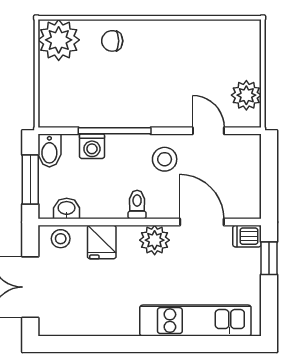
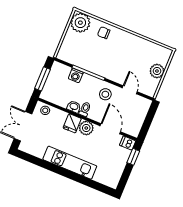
plant: (246, 95) -> (157, 71), moved
bidet: (49, 150) -> (56, 70), removed
washbasin: (67, 209) -> (74, 107), moved
fridge: (102, 242) -> (72, 123), moved
kitchen unit: (195, 321) -> (70, 163), moved

